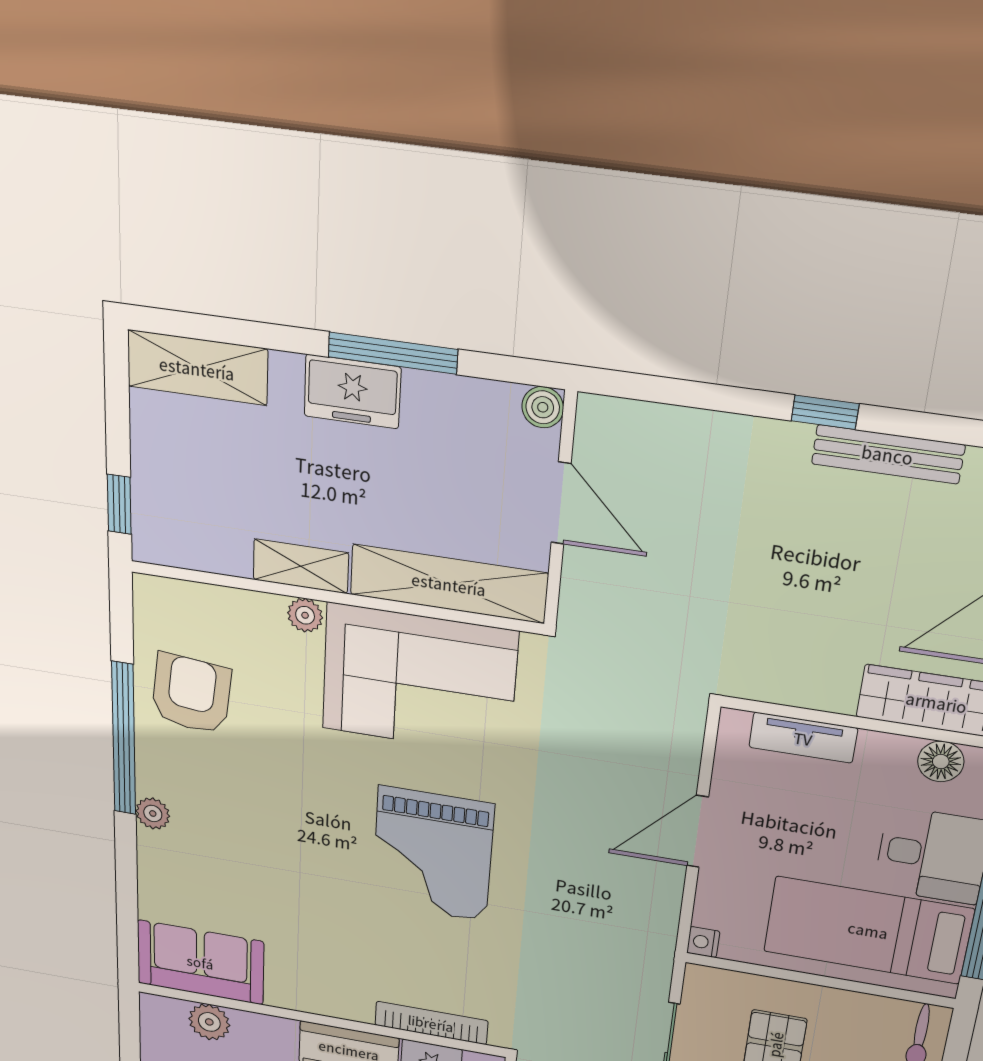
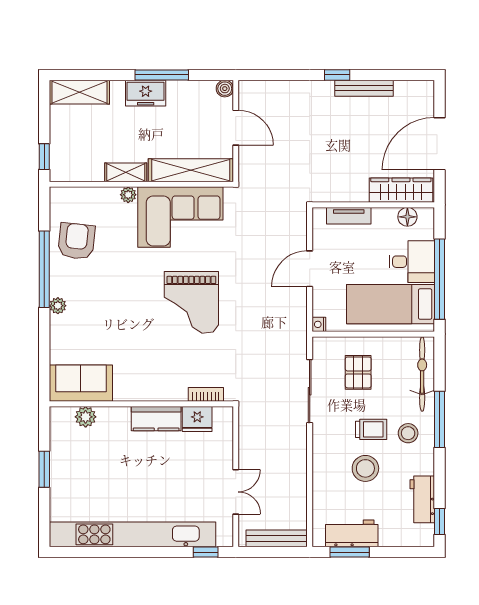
bookcase: (431, 1023) -> (206, 394), width x0.64

